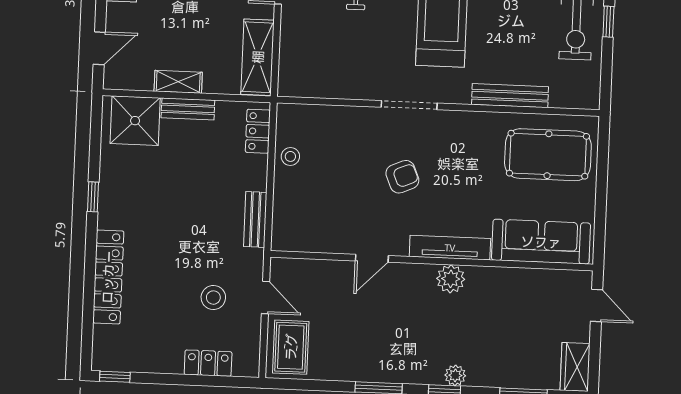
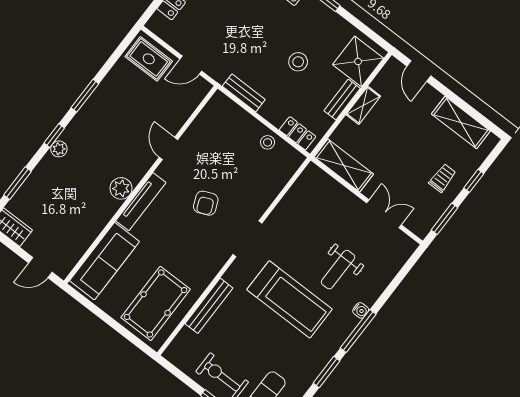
stool: (213, 298) -> (298, 62), moved

